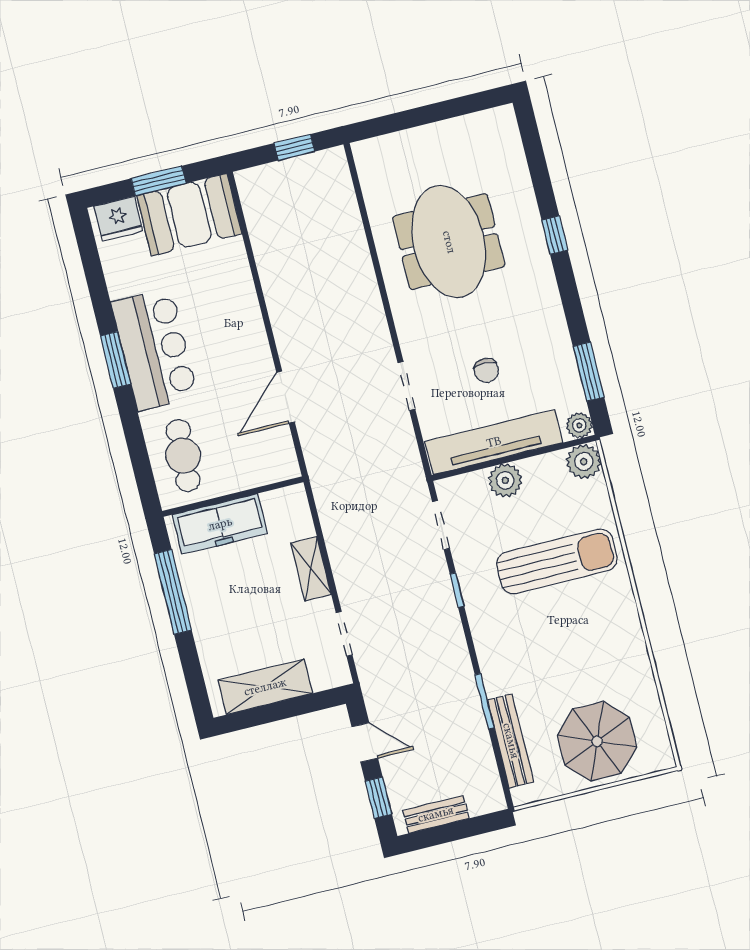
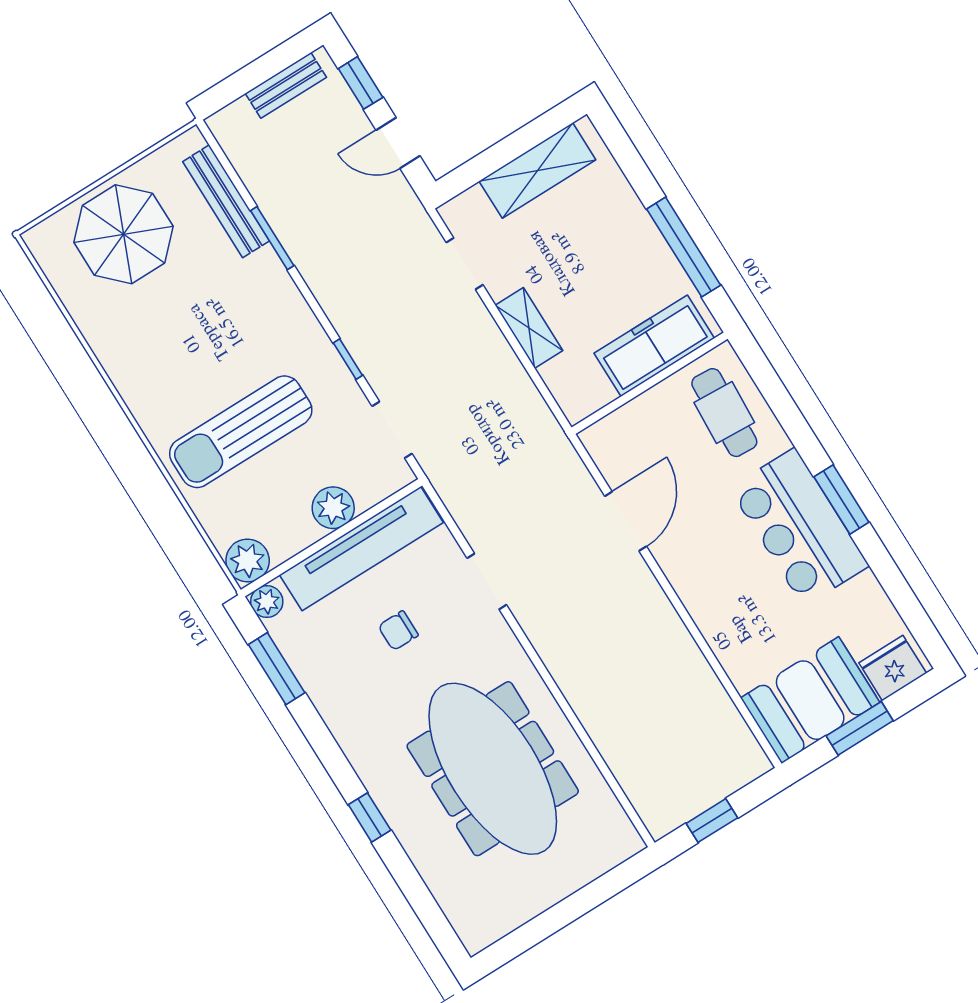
meeting table: (449, 242) -> (493, 769), width x1.36
chair: (486, 370) -> (398, 631), turned -90

